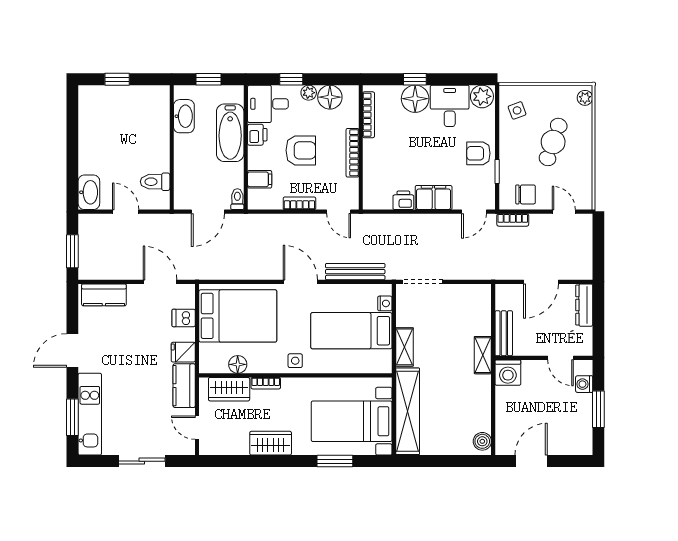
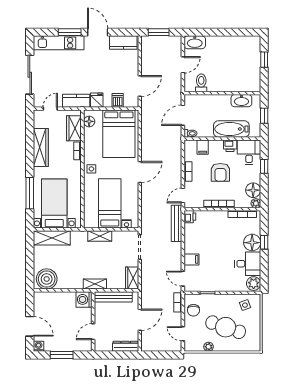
plant: (309, 93) -> (256, 203), moved
plant: (585, 98) -> (209, 347), moved
cafe table: (553, 142) -> (226, 327), width x1.37, depth x1.35
armchair: (478, 153) -> (219, 281), removed
filing cabinet: (434, 198) -> (192, 259), width x0.50
printer: (403, 200) -> (190, 217), moved
door: (208, 212) -> (183, 115), hinge flipped
door: (564, 212) -> (183, 334), swing flipped
bench: (355, 272) -> (177, 223), moved
door: (541, 282) -> (140, 320), swing flipped
wardrobe: (473, 294) -> (132, 278), added
kitchen counter: (104, 295) -> (123, 43), moved, turned -90
bench: (504, 333) -> (113, 297), width x1.36
floor lamp: (238, 364) -> (89, 121), moved
washing machine: (584, 384) -> (39, 346), moved
shelving: (408, 411) -> (52, 238), width x0.68
window: (72, 417) -> (70, 32), moved
boiler: (482, 441) -> (47, 279), width x1.86, depth x1.86
wardrobe: (271, 443) -> (41, 147), width x1.50
sliding door: (142, 461) -> (30, 75), width x1.37
window: (335, 461) -> (30, 193), width x1.44
door: (531, 461) -> (30, 326), moved

